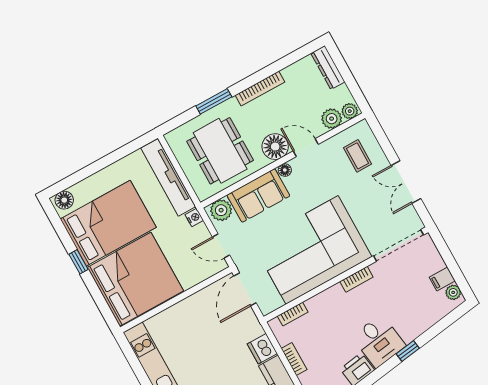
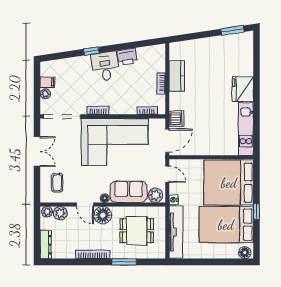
dining table: (220, 151) -> (137, 231), width x0.73
plant: (453, 292) -> (45, 94), moved
dishwasher: (262, 349) -> (176, 119), moved

